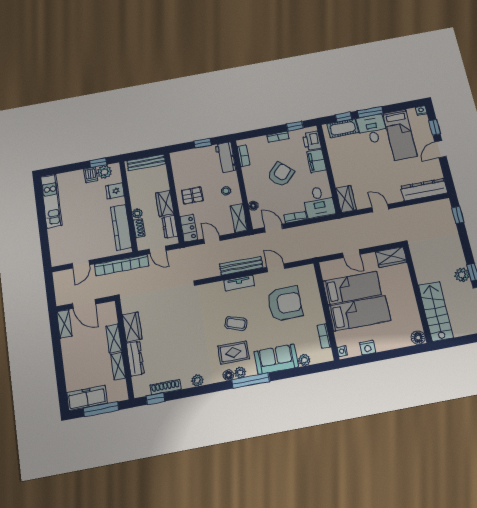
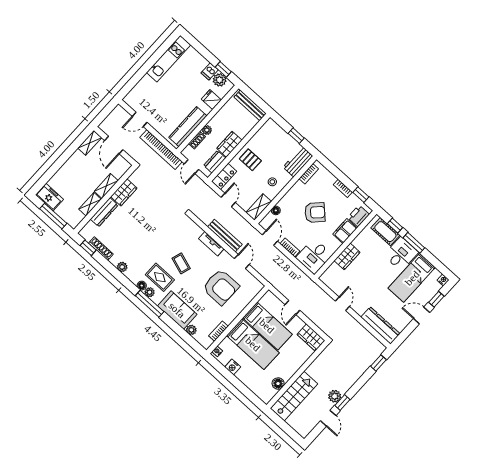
wardrobe: (346, 199) -> (347, 256), moved
floor lamp: (418, 338) -> (278, 384), moved
freezer: (87, 398) -> (49, 197), width x0.71

